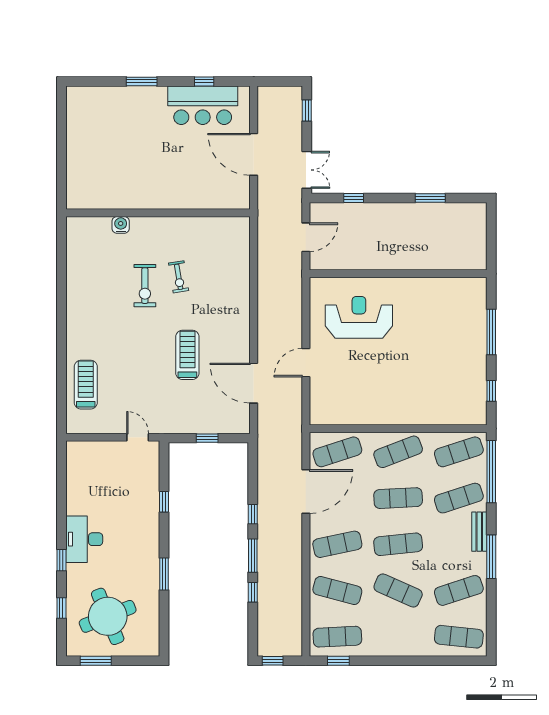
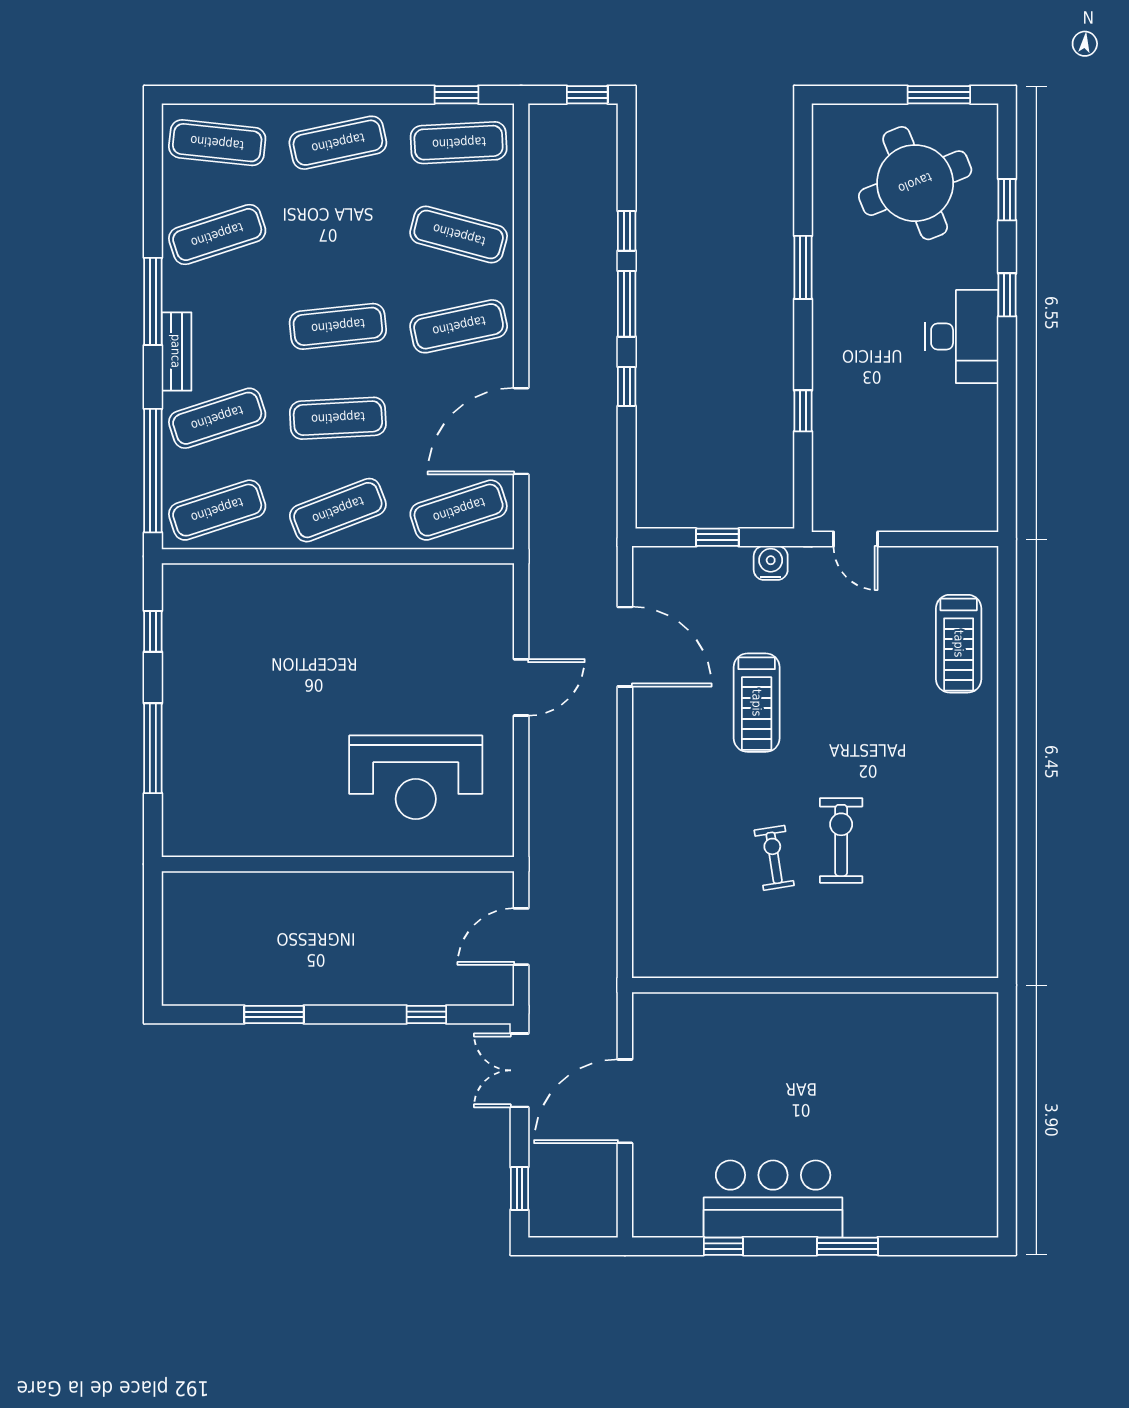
bar counter: (203, 105) -> (773, 1199), moved
door: (254, 154) -> (625, 1101), swing flipped
water cooler: (121, 225) -> (771, 563), moved, turned 180
exercise mat: (398, 590) -> (338, 143), moved, turned -36

